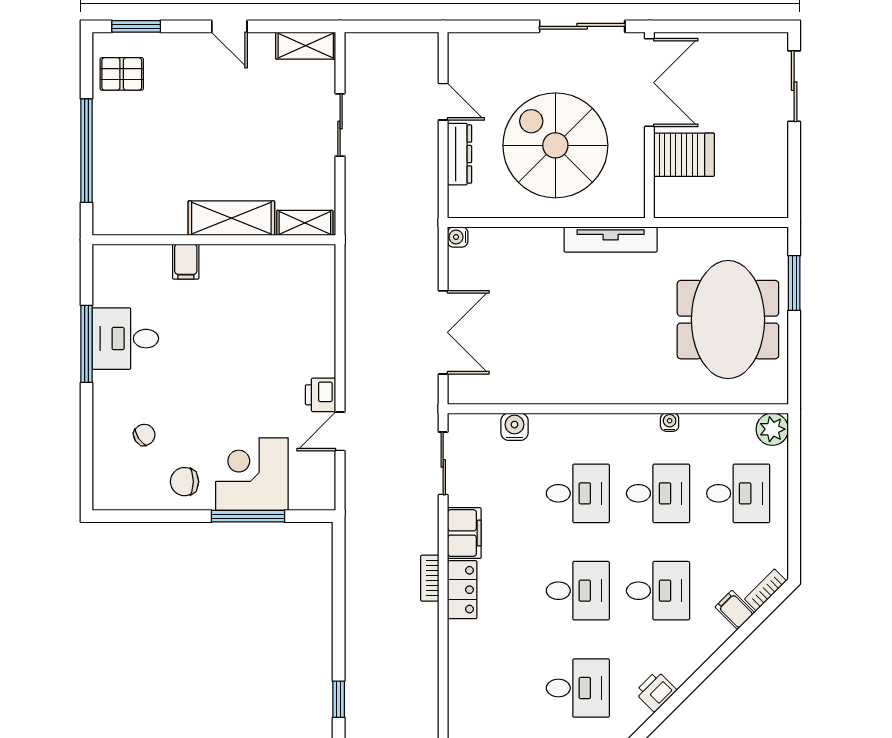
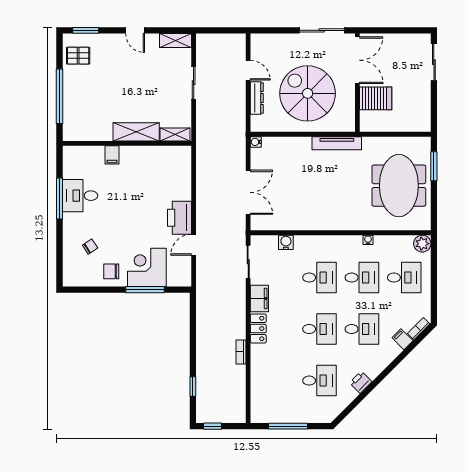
printer: (321, 395) -> (179, 218), width x1.87, depth x1.48
bookcase: (430, 578) -> (241, 352), moved

